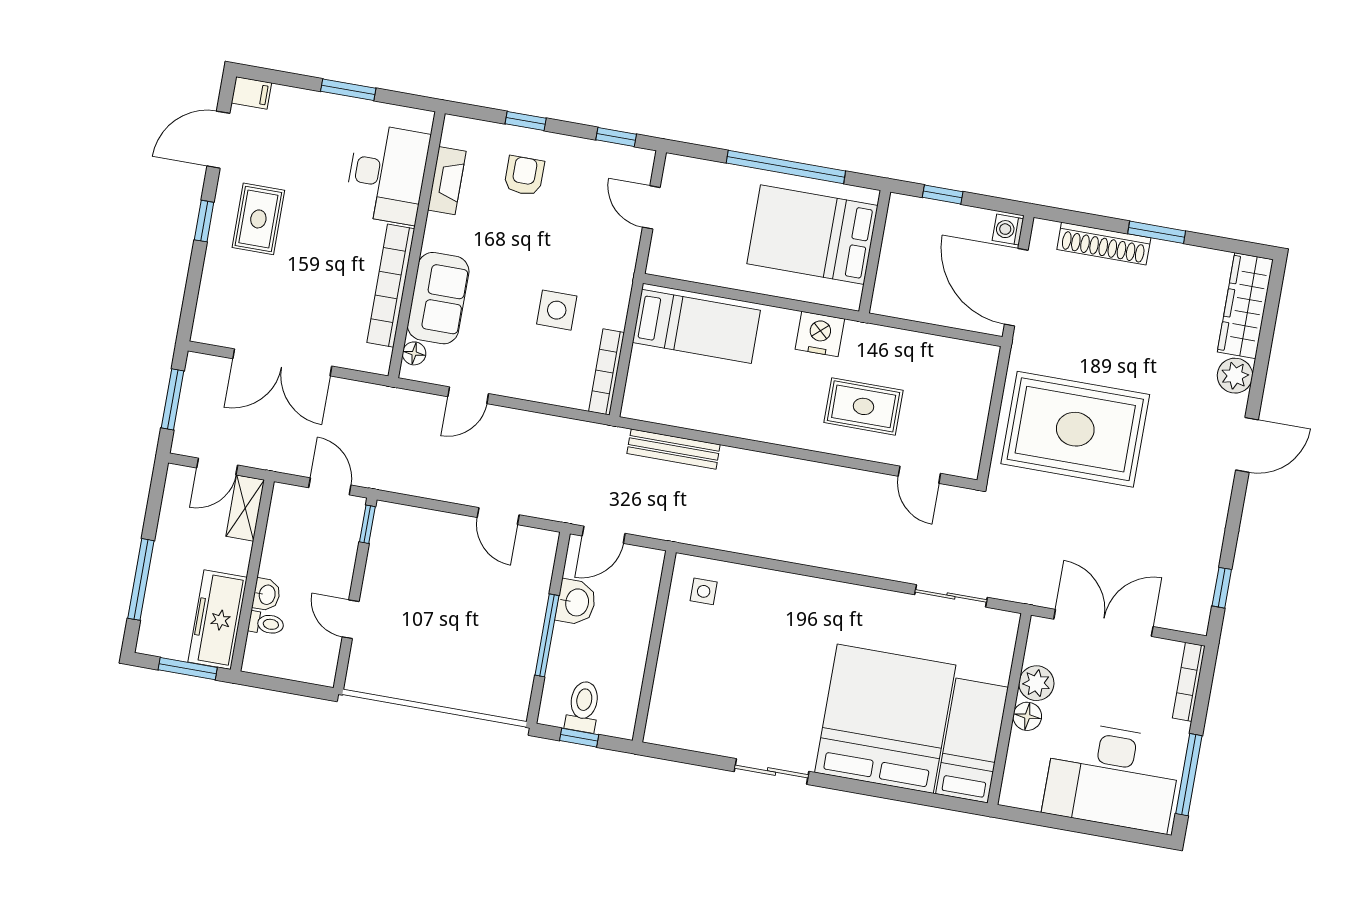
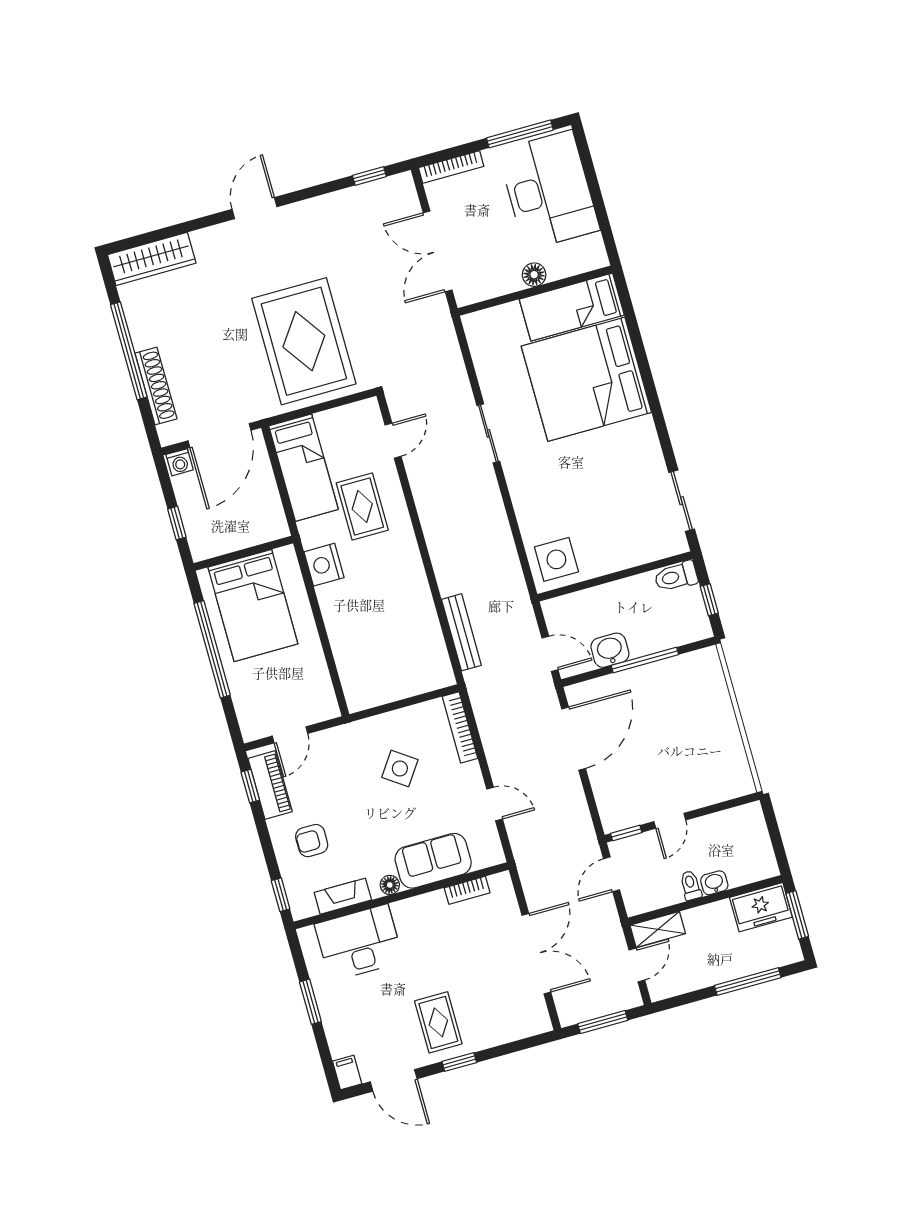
window: (526, 121) -> (281, 895), moved
piano: (607, 159) -> (270, 785), added
rug: (258, 219) -> (438, 1022), turned 90
window: (1157, 232) -> (129, 351), width x2.11
bookcase: (391, 286) -> (467, 890), width x0.43, depth x0.76
side table: (557, 310) -> (400, 769), turned 35
bed: (696, 326) -> (303, 468), moved, turned 180
floor lamp: (414, 353) -> (390, 885), moved
bookcase: (607, 372) -> (460, 727), moved, turned 90
plant: (1235, 376) -> (207, 242), removed
door: (1247, 445) -> (254, 208), hinge flipped
door: (217, 467) -> (637, 965), hinge flipped
door: (498, 516) -> (574, 739), width x1.87
side table: (704, 591) -> (556, 559), width x1.87, depth x1.87
sliding door: (951, 596) -> (488, 433), moved
door: (351, 619) -> (670, 821), moved
freezer: (218, 620) -> (761, 907), width x0.71
toilet: (266, 623) -> (691, 885), moved
plant: (1036, 683) -> (506, 280), removed
toilet: (583, 707) -> (676, 576), moved
sliding door: (771, 771) -> (682, 501), moved

